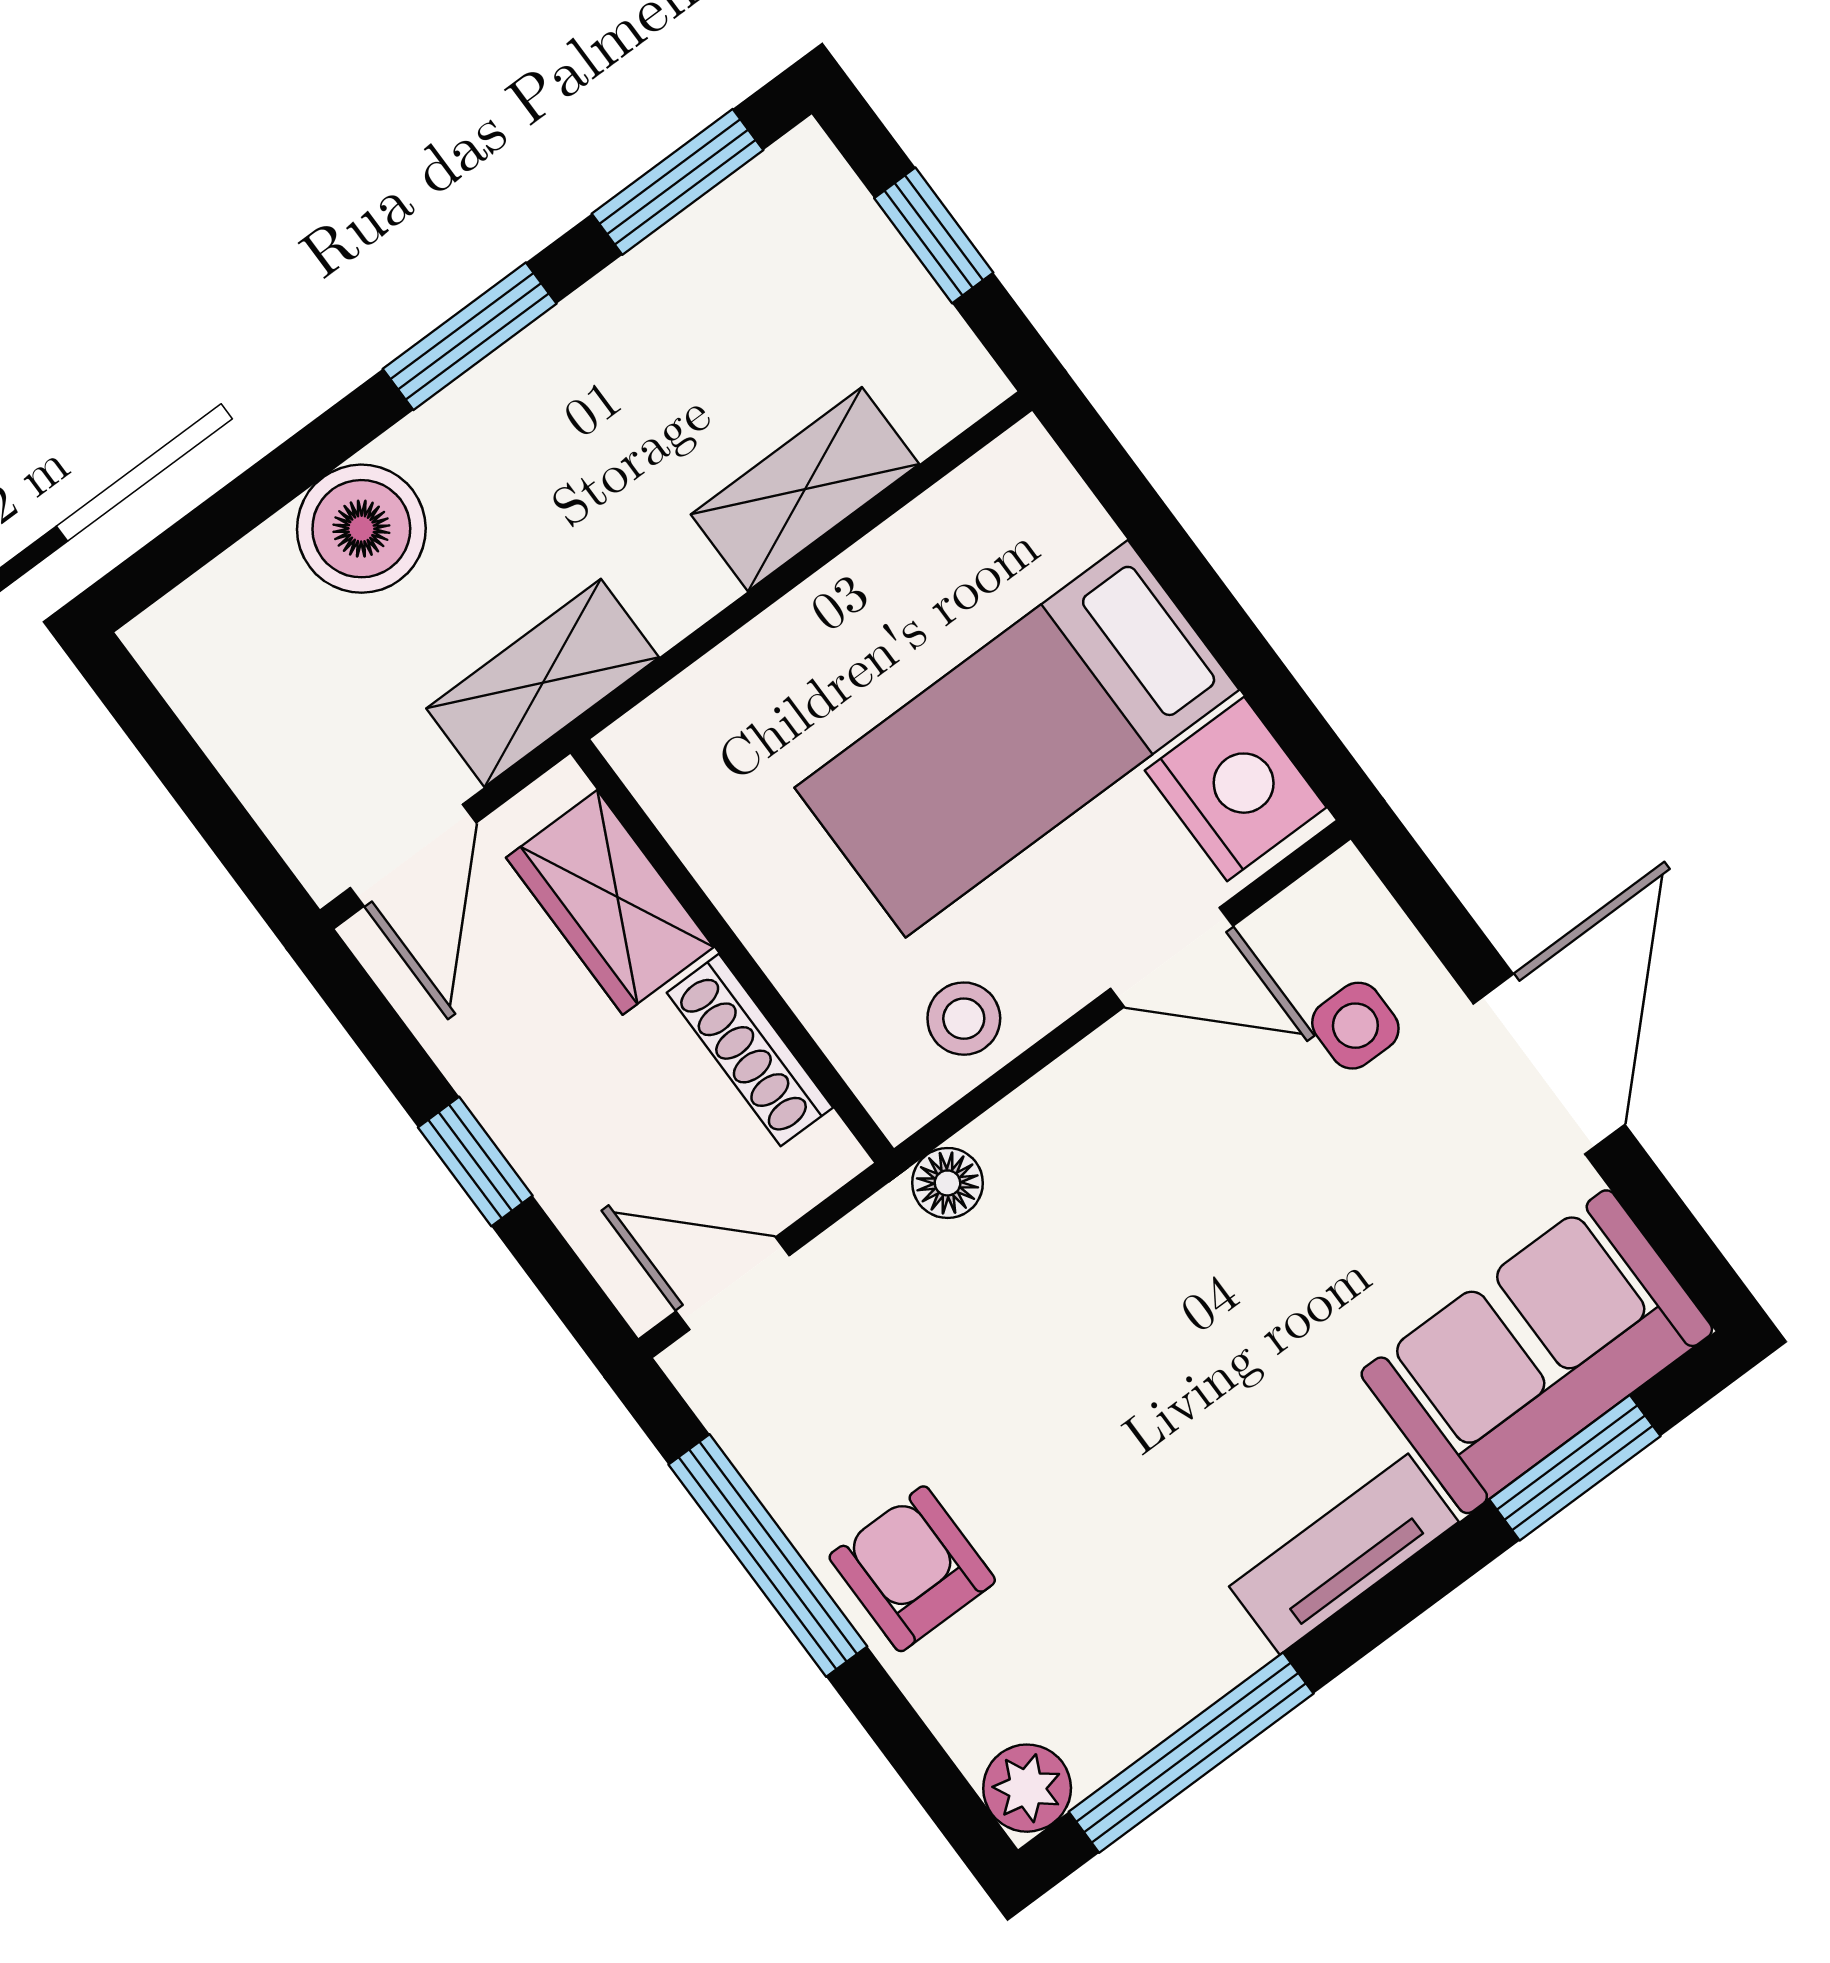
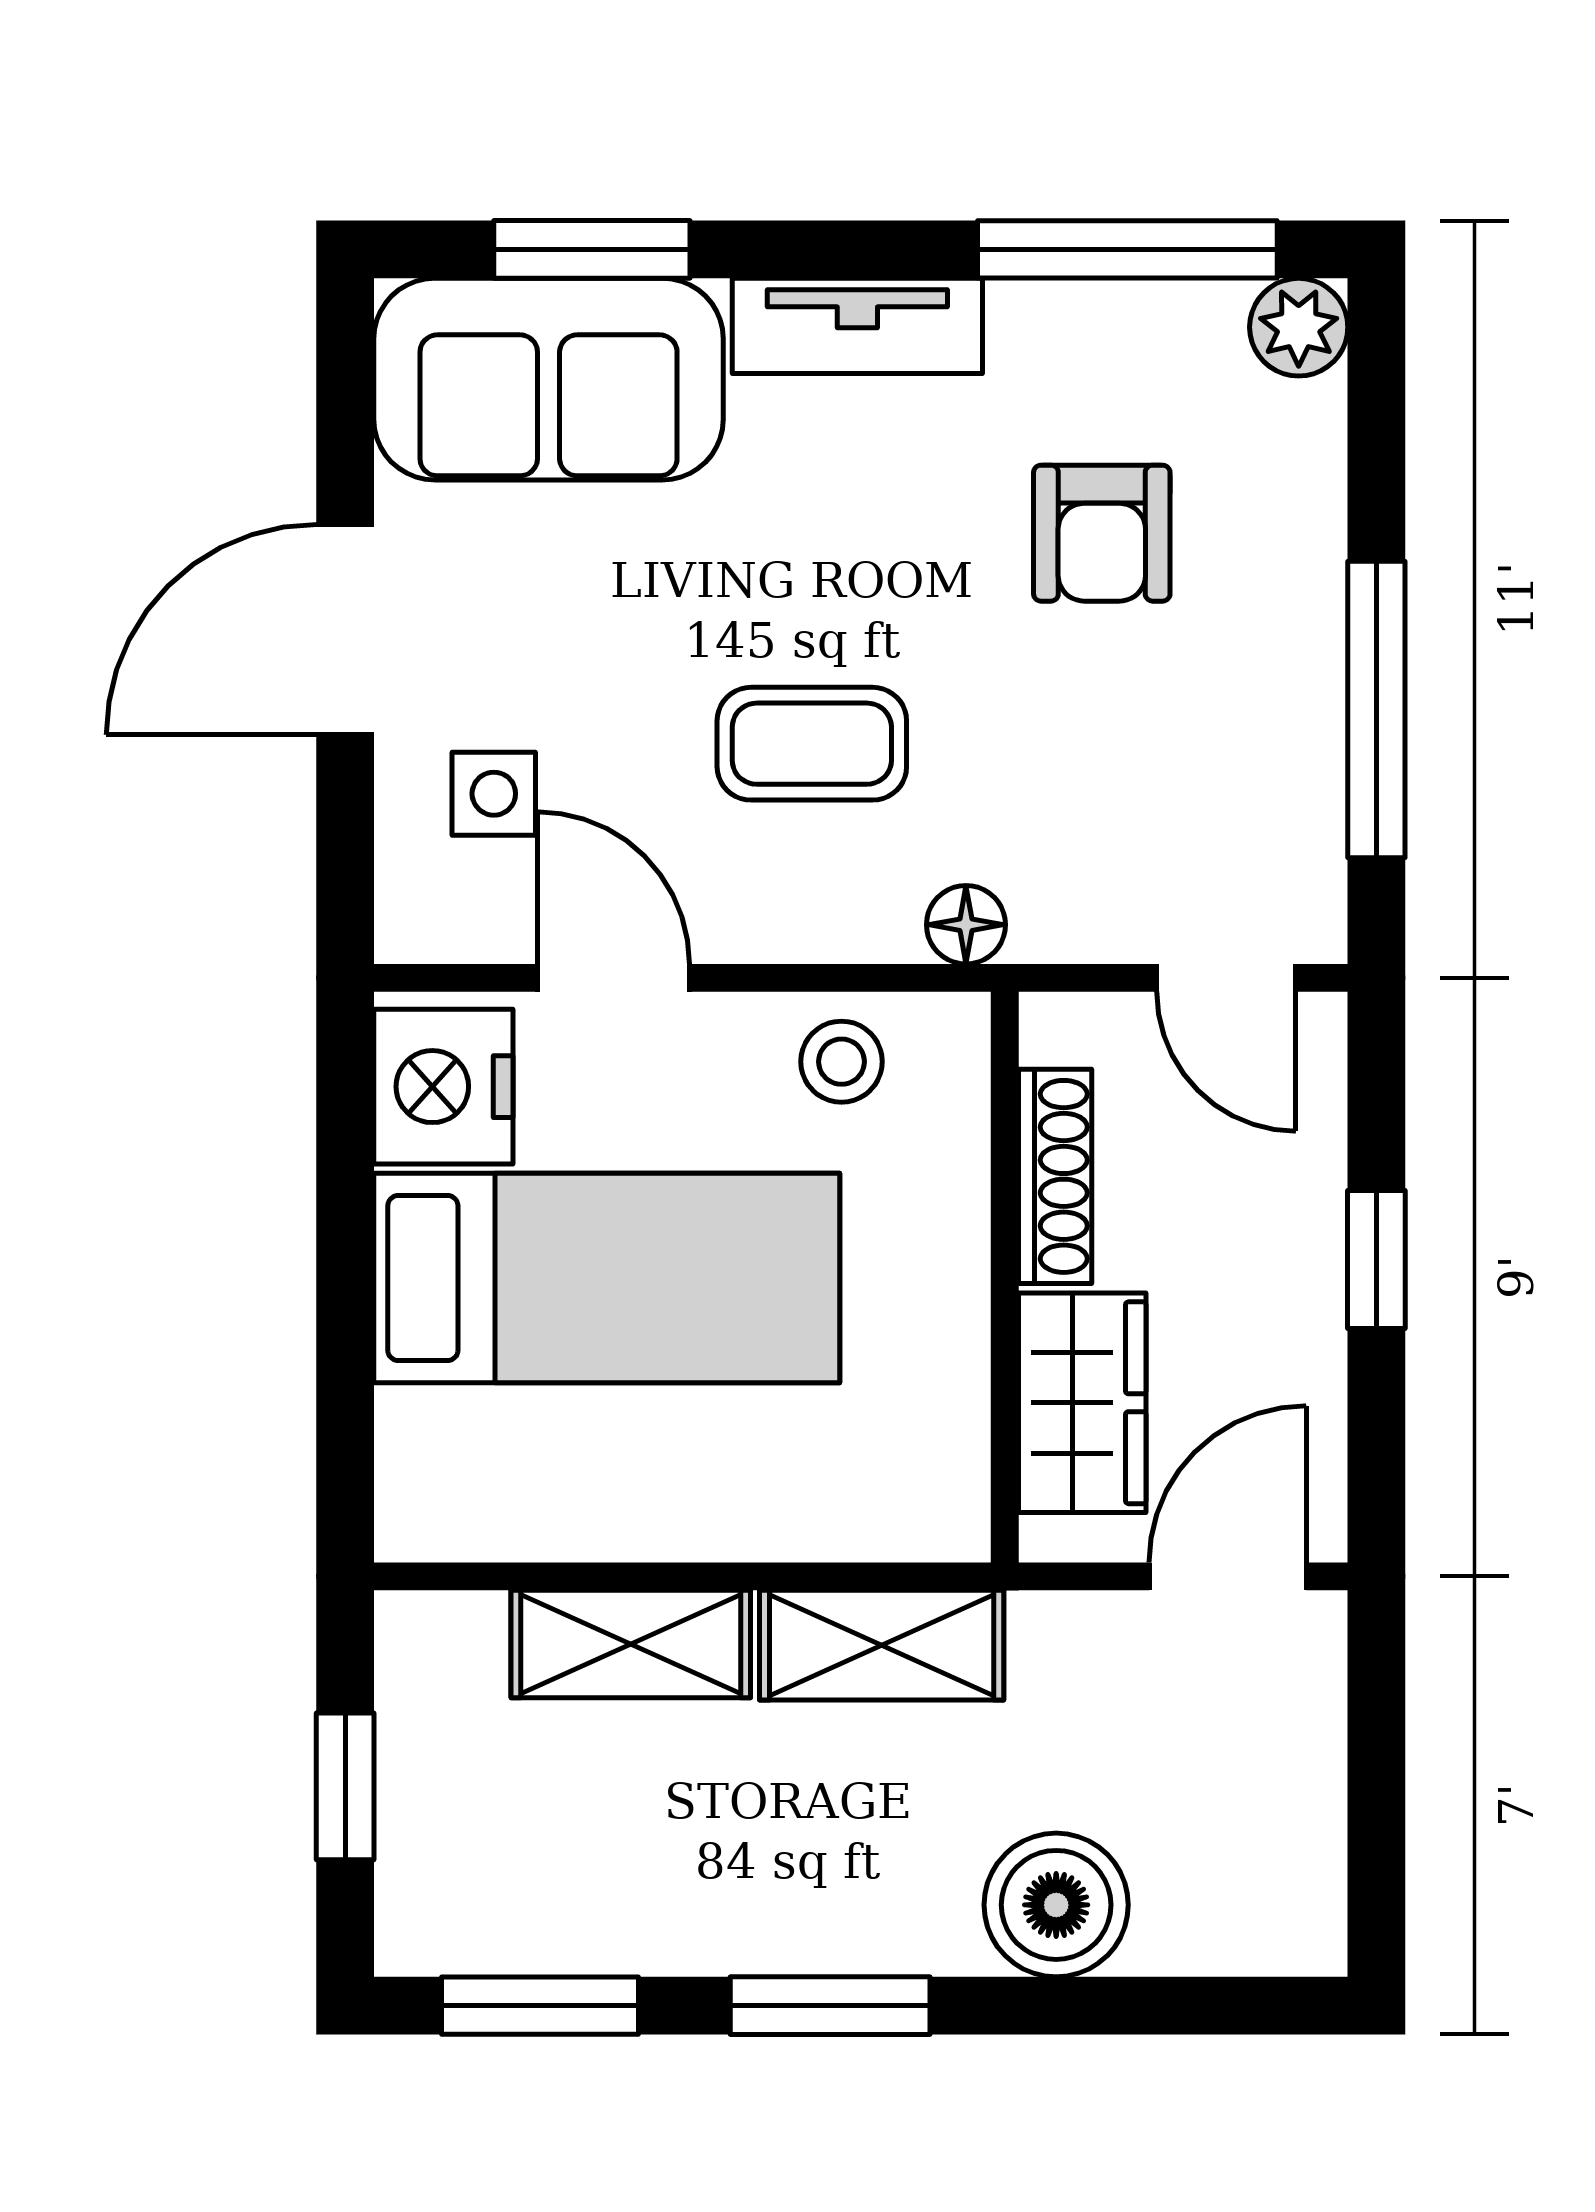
shelving: (543, 683) -> (882, 1645), moved
coffee table: (1154, 1231) -> (812, 744), added
armchair: (912, 1569) -> (1102, 533), moved

